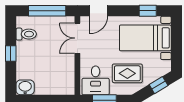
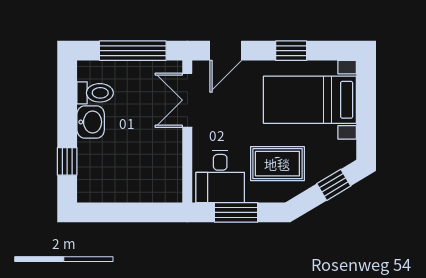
window: (148, 11) -> (291, 51), moved
window: (11, 53) -> (67, 161), moved
washbasin: (25, 87) -> (91, 122), moved, turned 90

